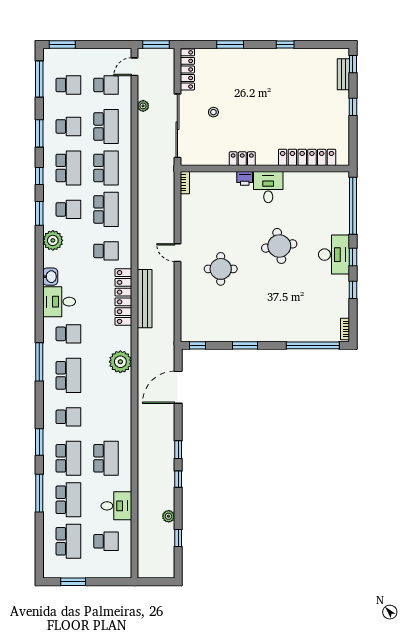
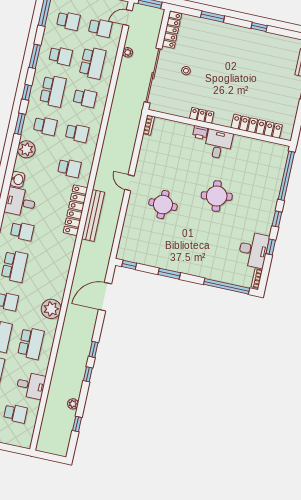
school desk: (106, 168) -> (85, 98), width x0.54
school desk: (106, 209) -> (77, 133), width x0.54
desk: (334, 255) -> (253, 250), moved
plant: (120, 362) -> (51, 309), moved

